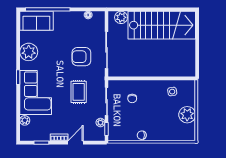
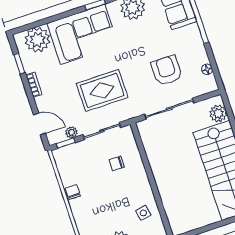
armchair: (81, 57) -> (167, 70), moved
rug: (79, 92) -> (102, 90), width x1.36, depth x1.43
plant: (25, 120) -> (37, 40), width x1.88, depth x1.88
door: (75, 143) -> (39, 124), moved

